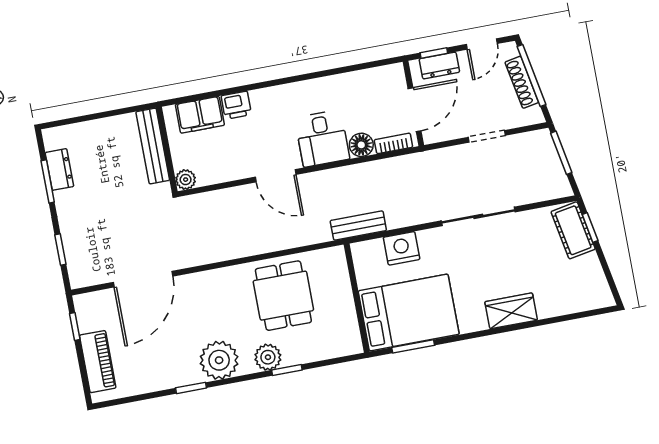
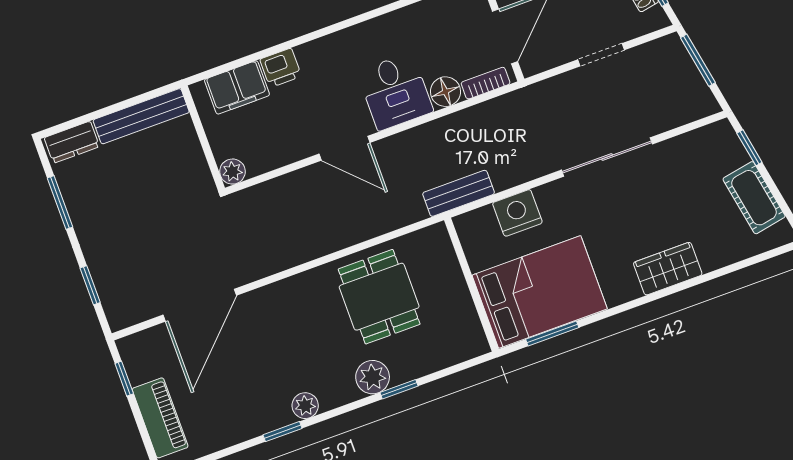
bench: (153, 146) -> (141, 116), moved, turned 90
dresser: (59, 169) -> (72, 142), moved, turned 90
cot: (573, 230) -> (754, 198), moved
plant: (219, 360) -> (305, 406), width x0.53, depth x0.53

